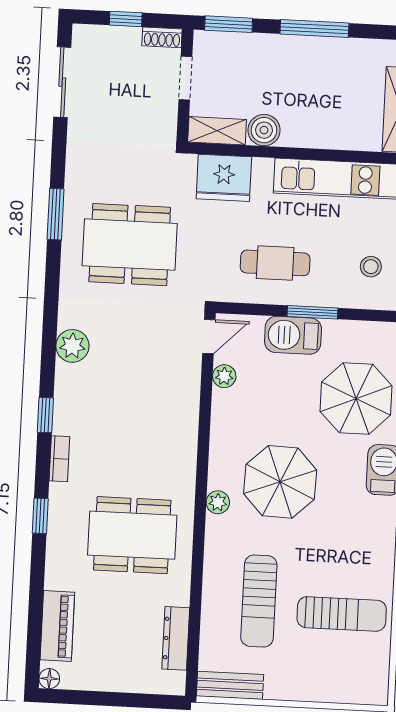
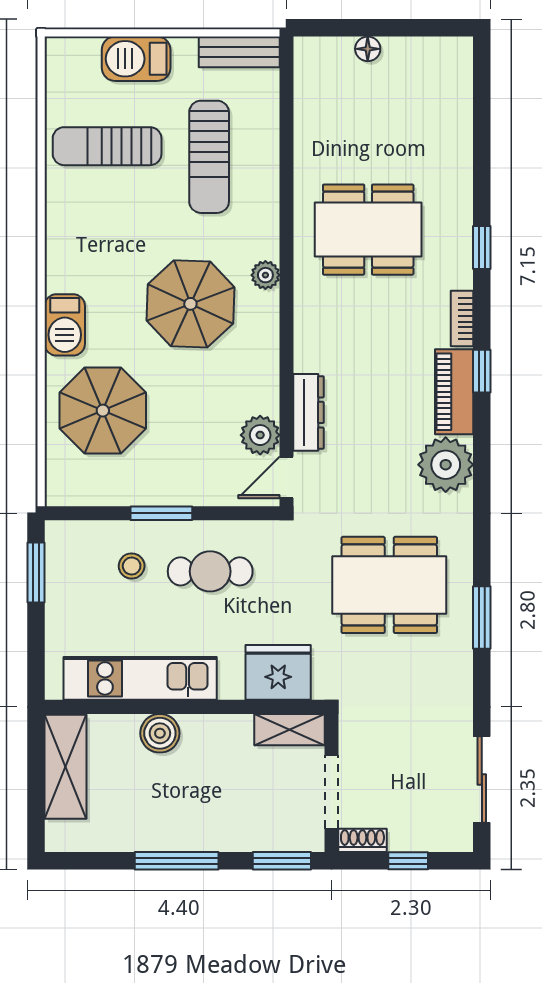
doorway: (185, 78) -> (331, 792), width x1.38
boiler: (264, 130) -> (160, 733), moved
stool: (371, 267) -> (132, 566), moved
barbecue: (293, 335) -> (136, 59), moved, turned 180
plant: (72, 346) -> (446, 465), width x1.36, depth x1.36
plant: (224, 376) -> (260, 435), width x1.38, depth x1.38
sun lounger: (259, 601) -> (209, 157), turned 180
piano: (57, 626) -> (454, 392), moved
dresser: (176, 638) -> (309, 412), moved
floor lamp: (49, 679) -> (368, 49), moved

